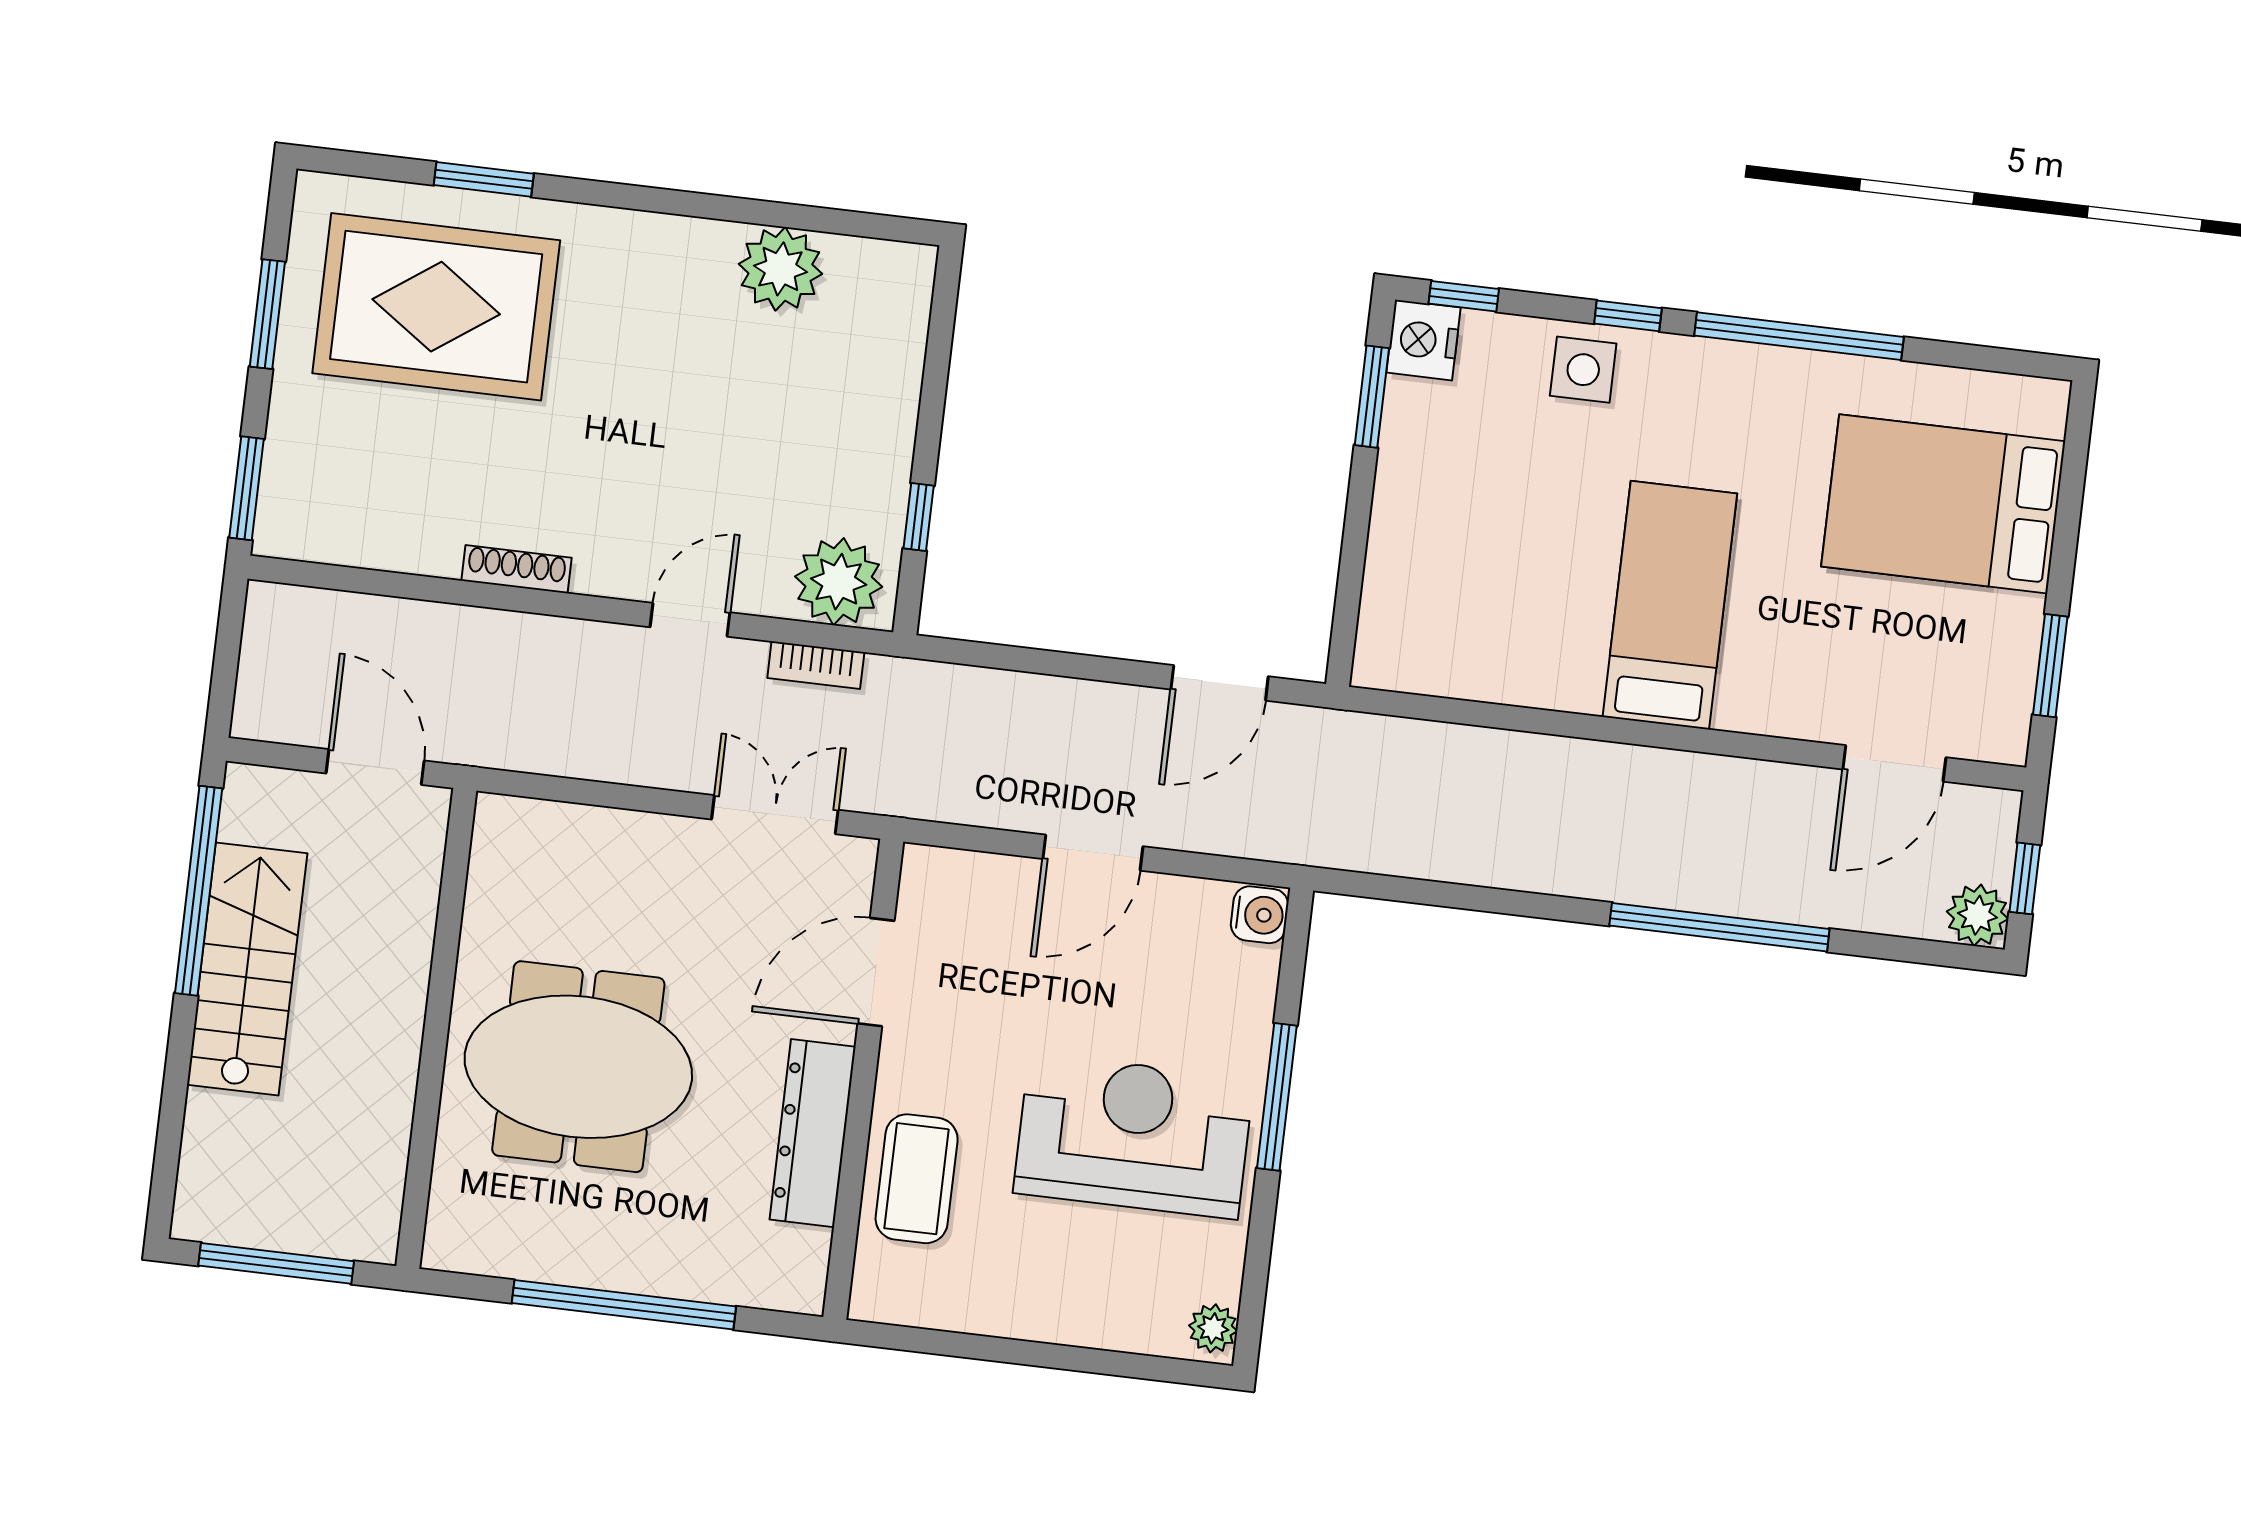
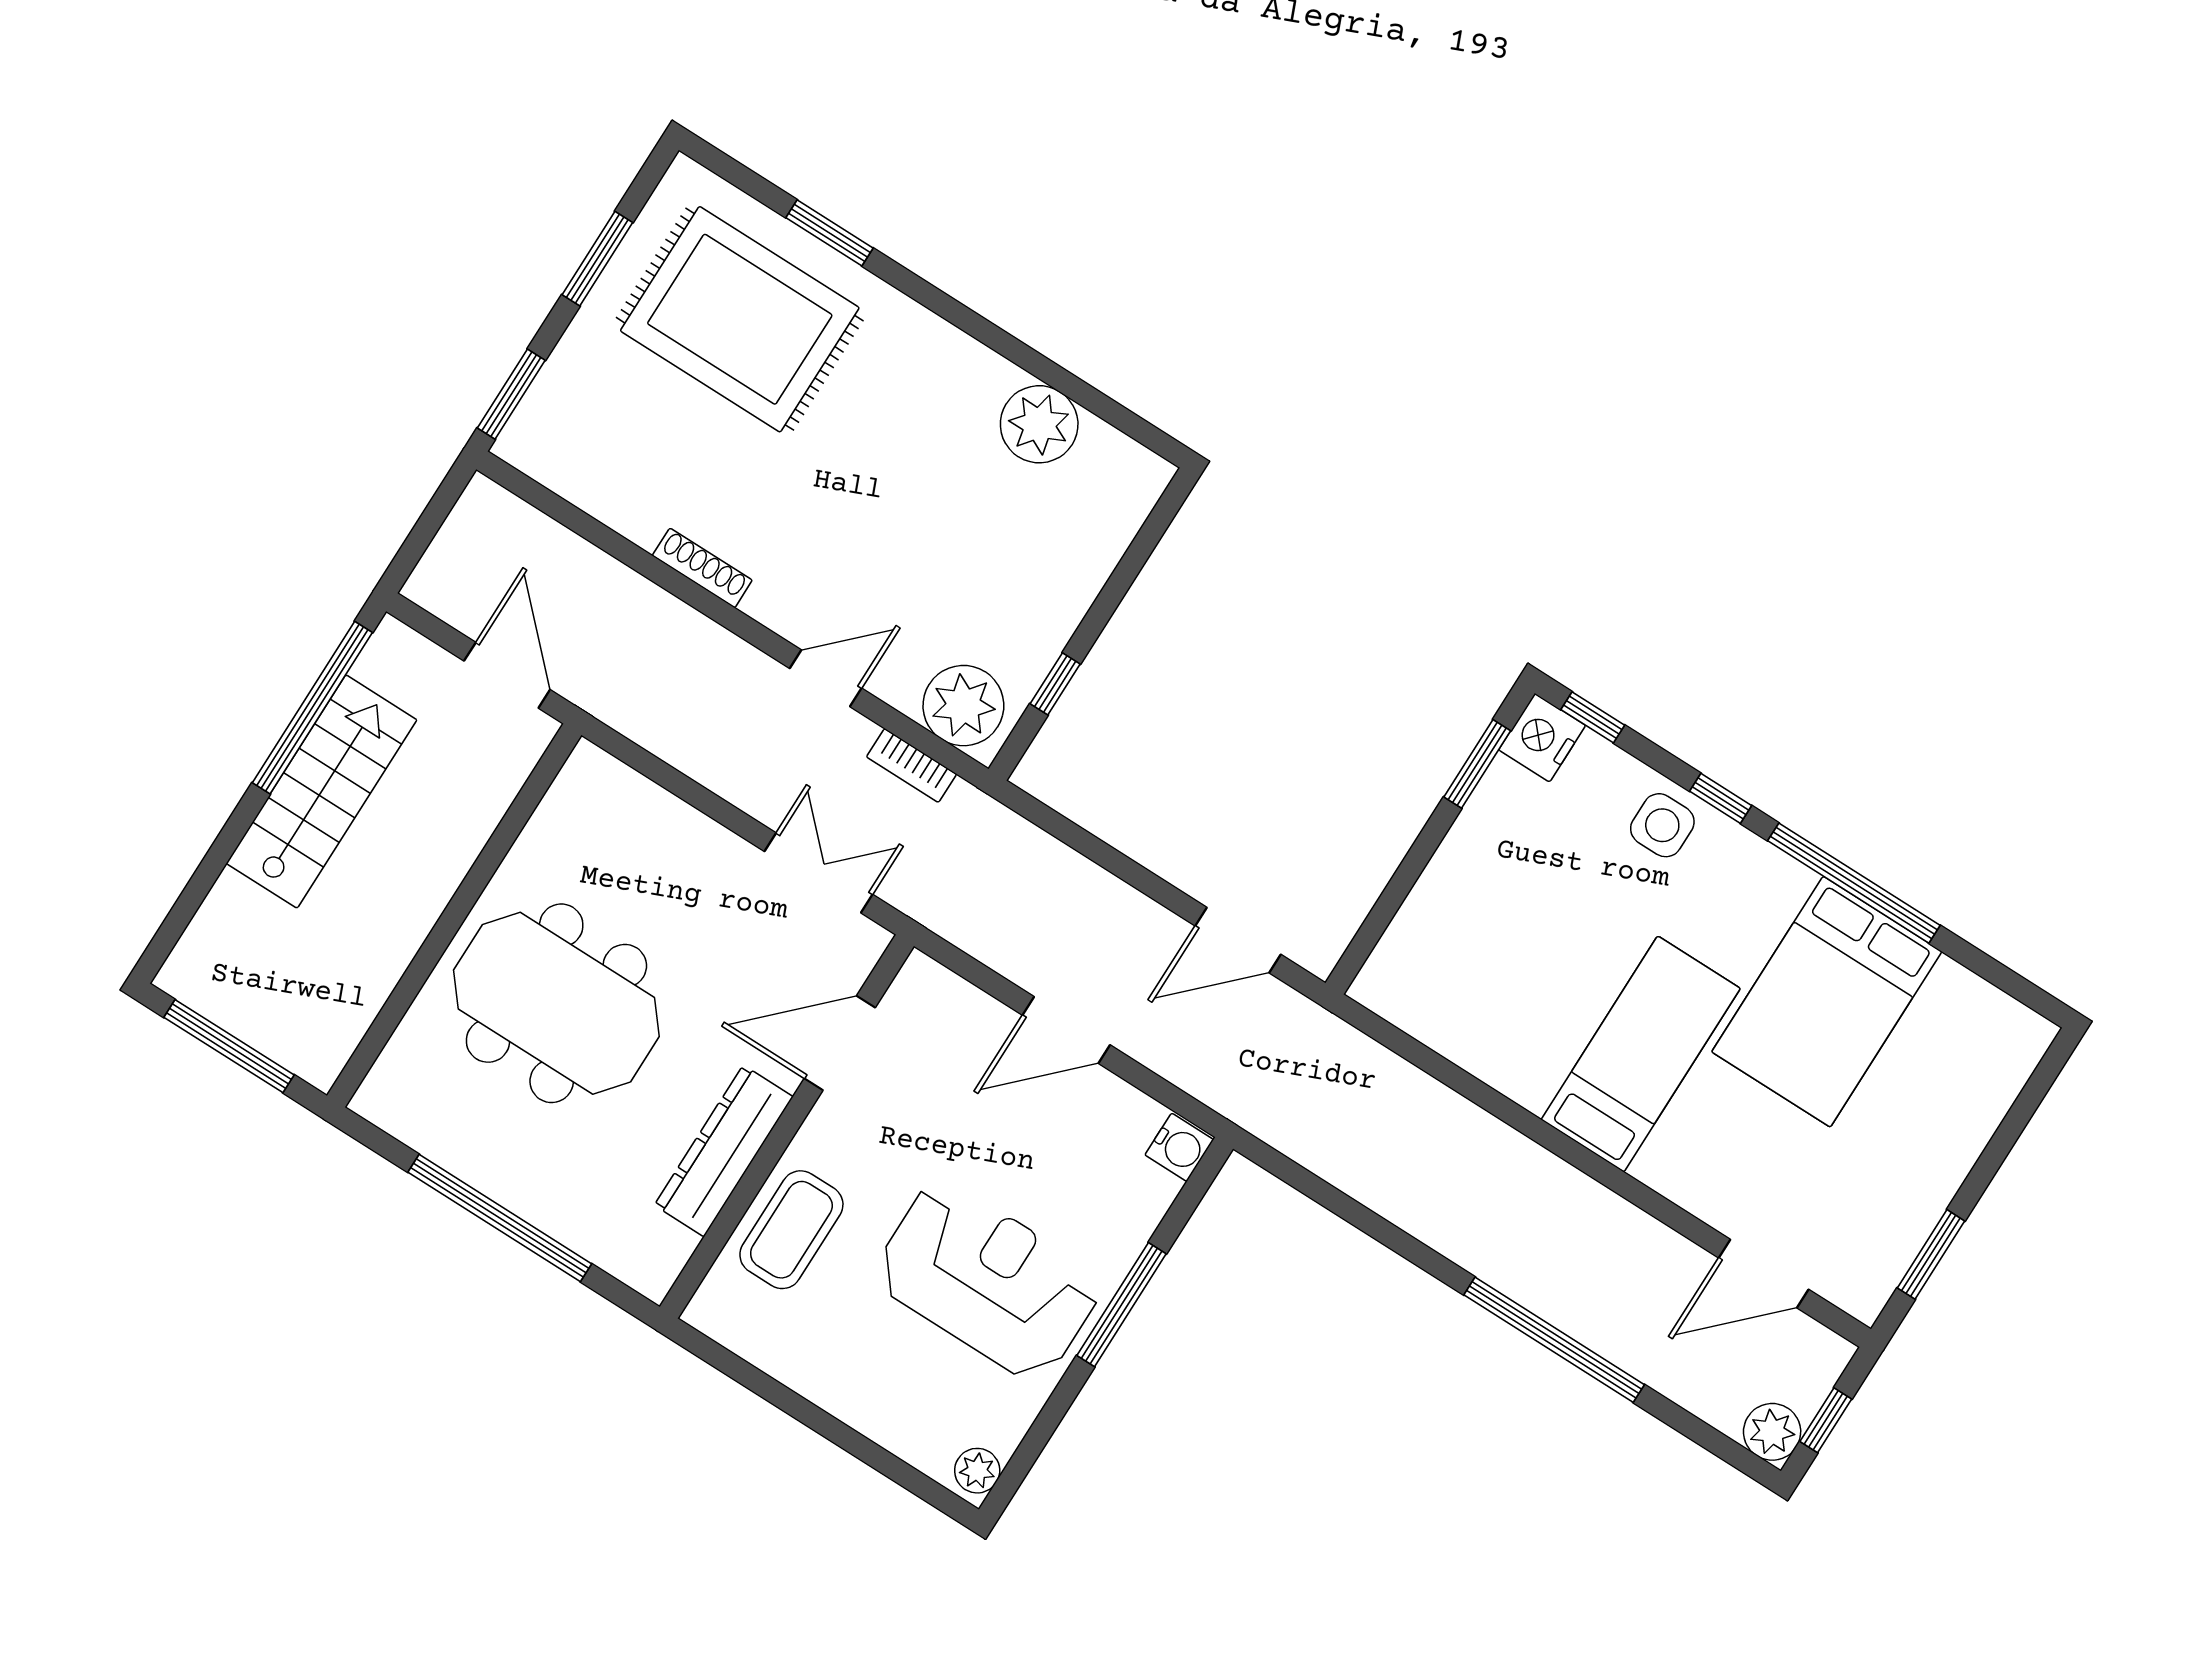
bed: (1943, 504) -> (1827, 1002), moved, turned -90

